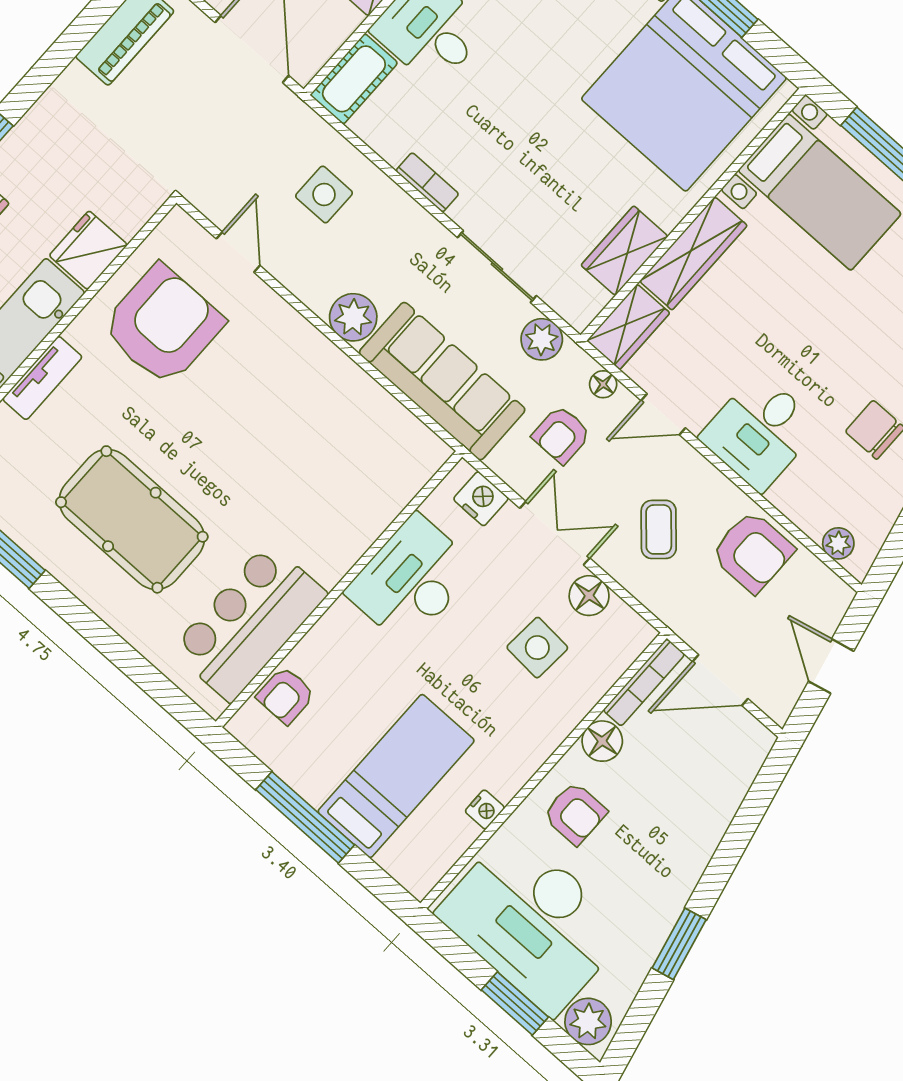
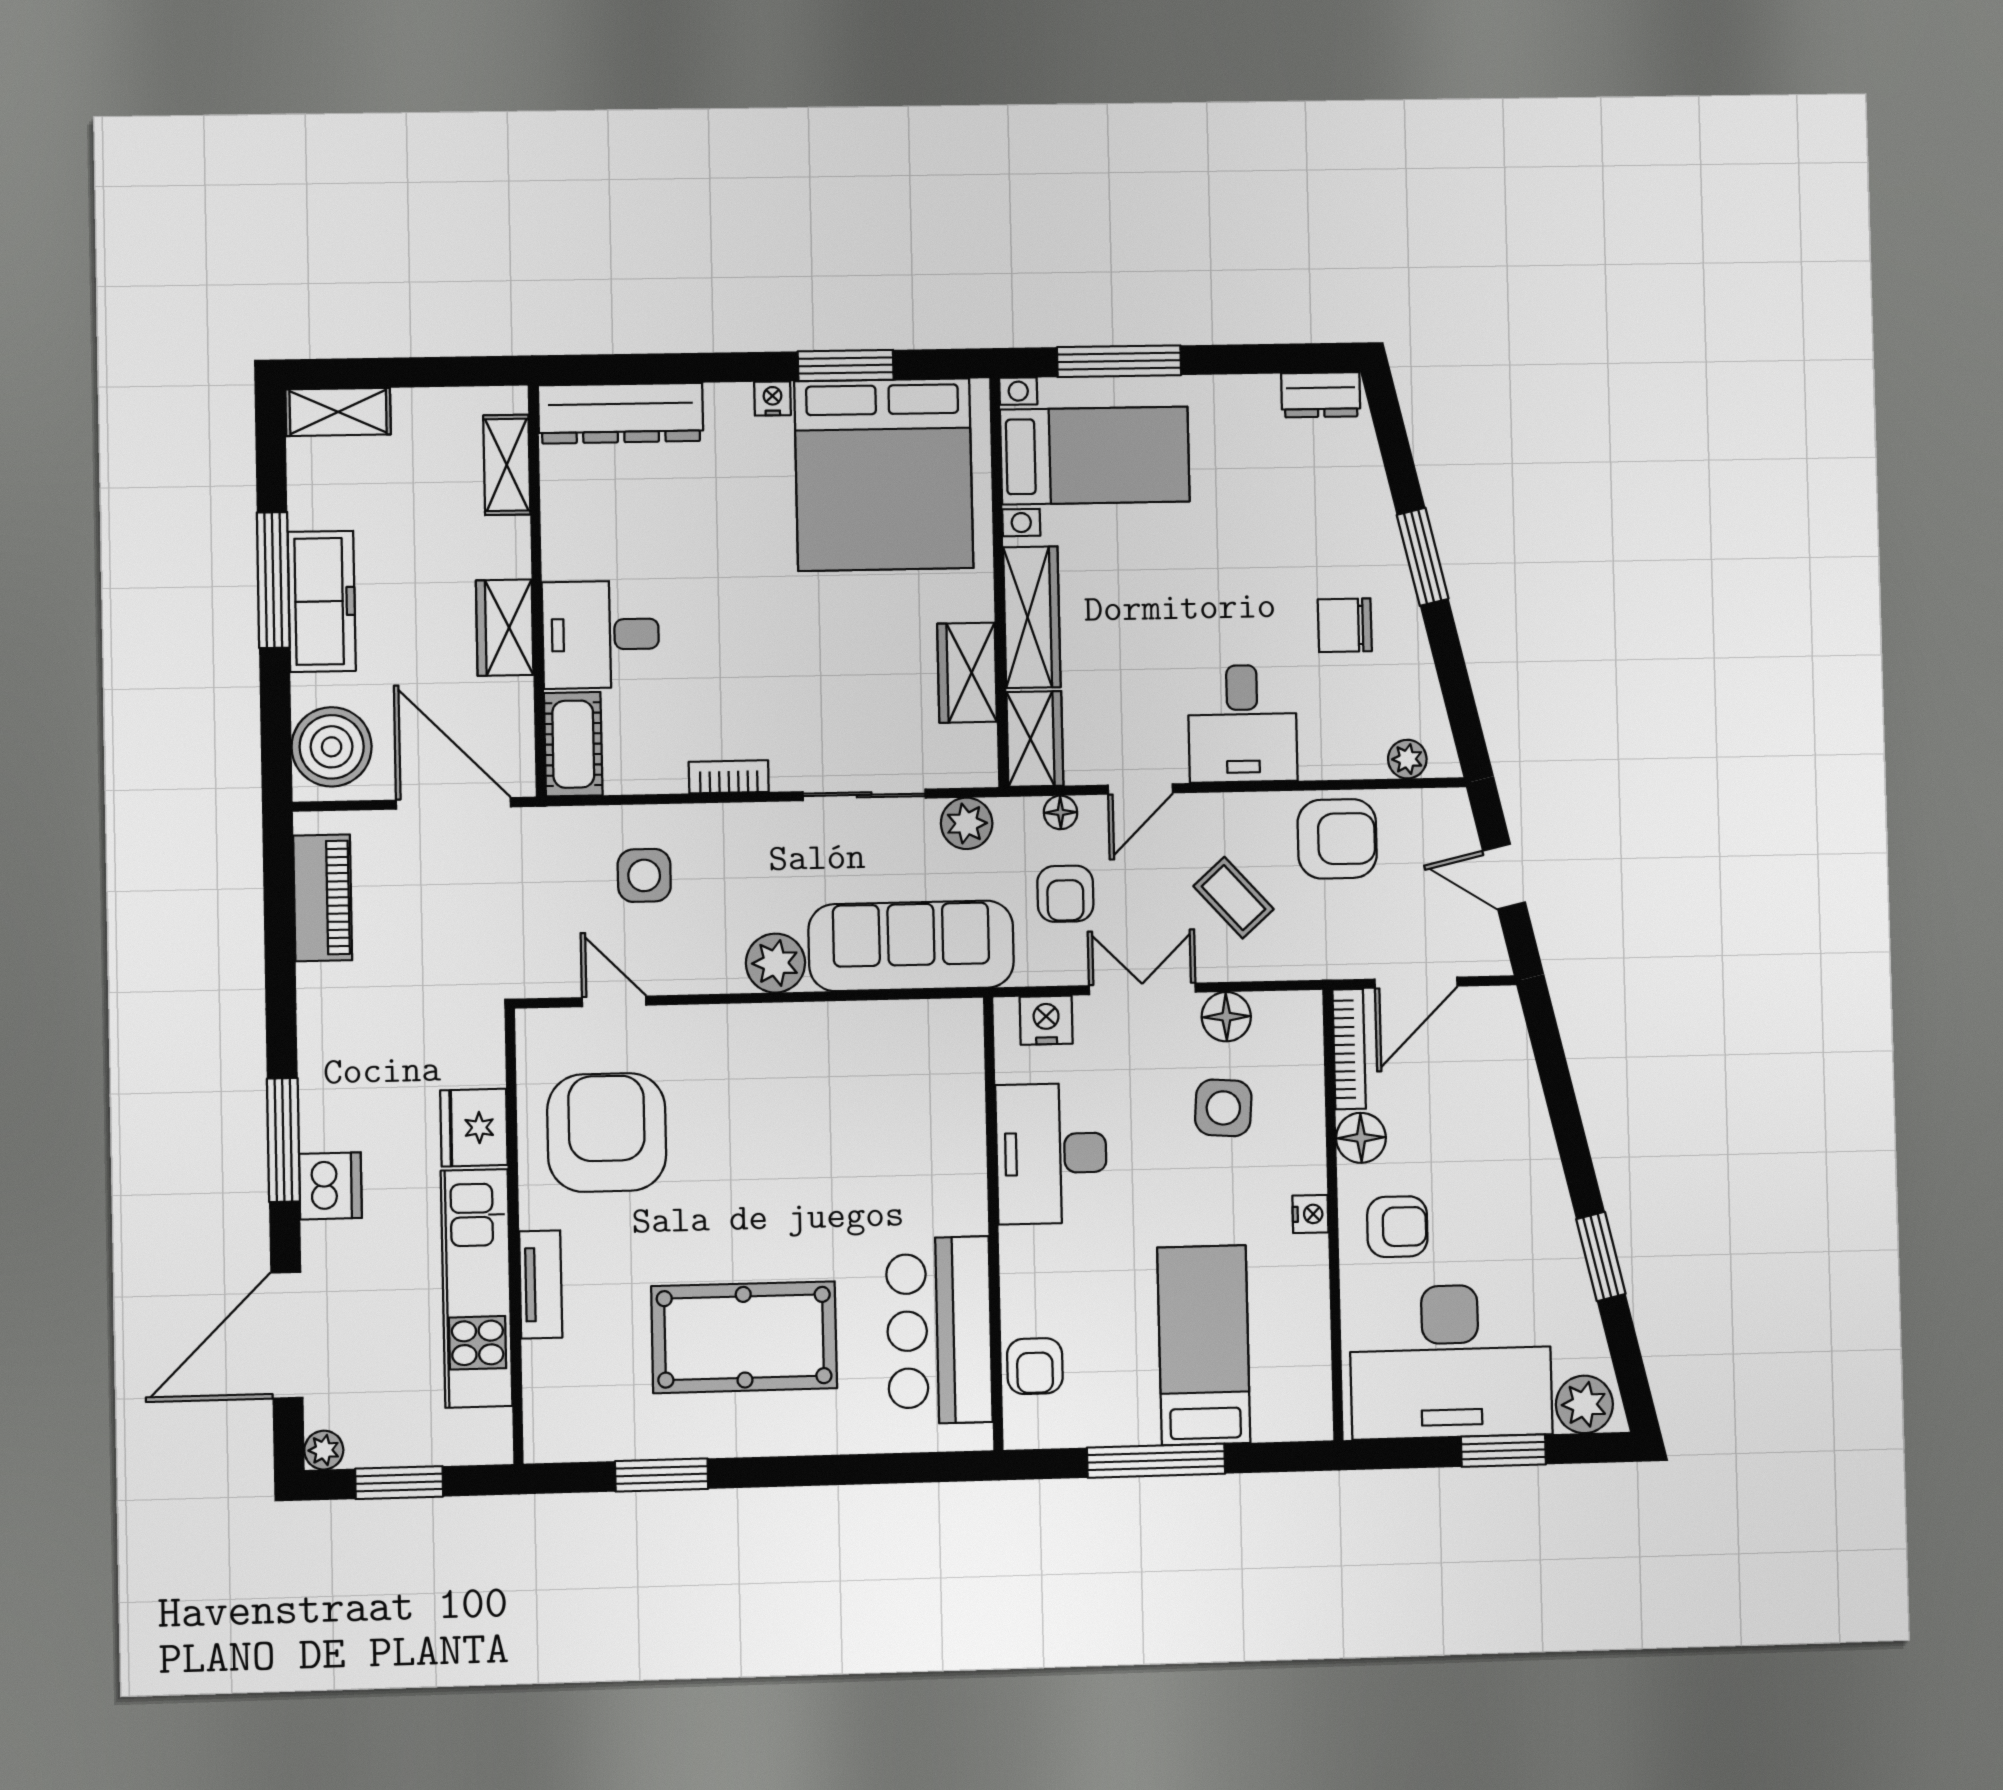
nightstand: (485, 809) -> (1310, 1214), moved

